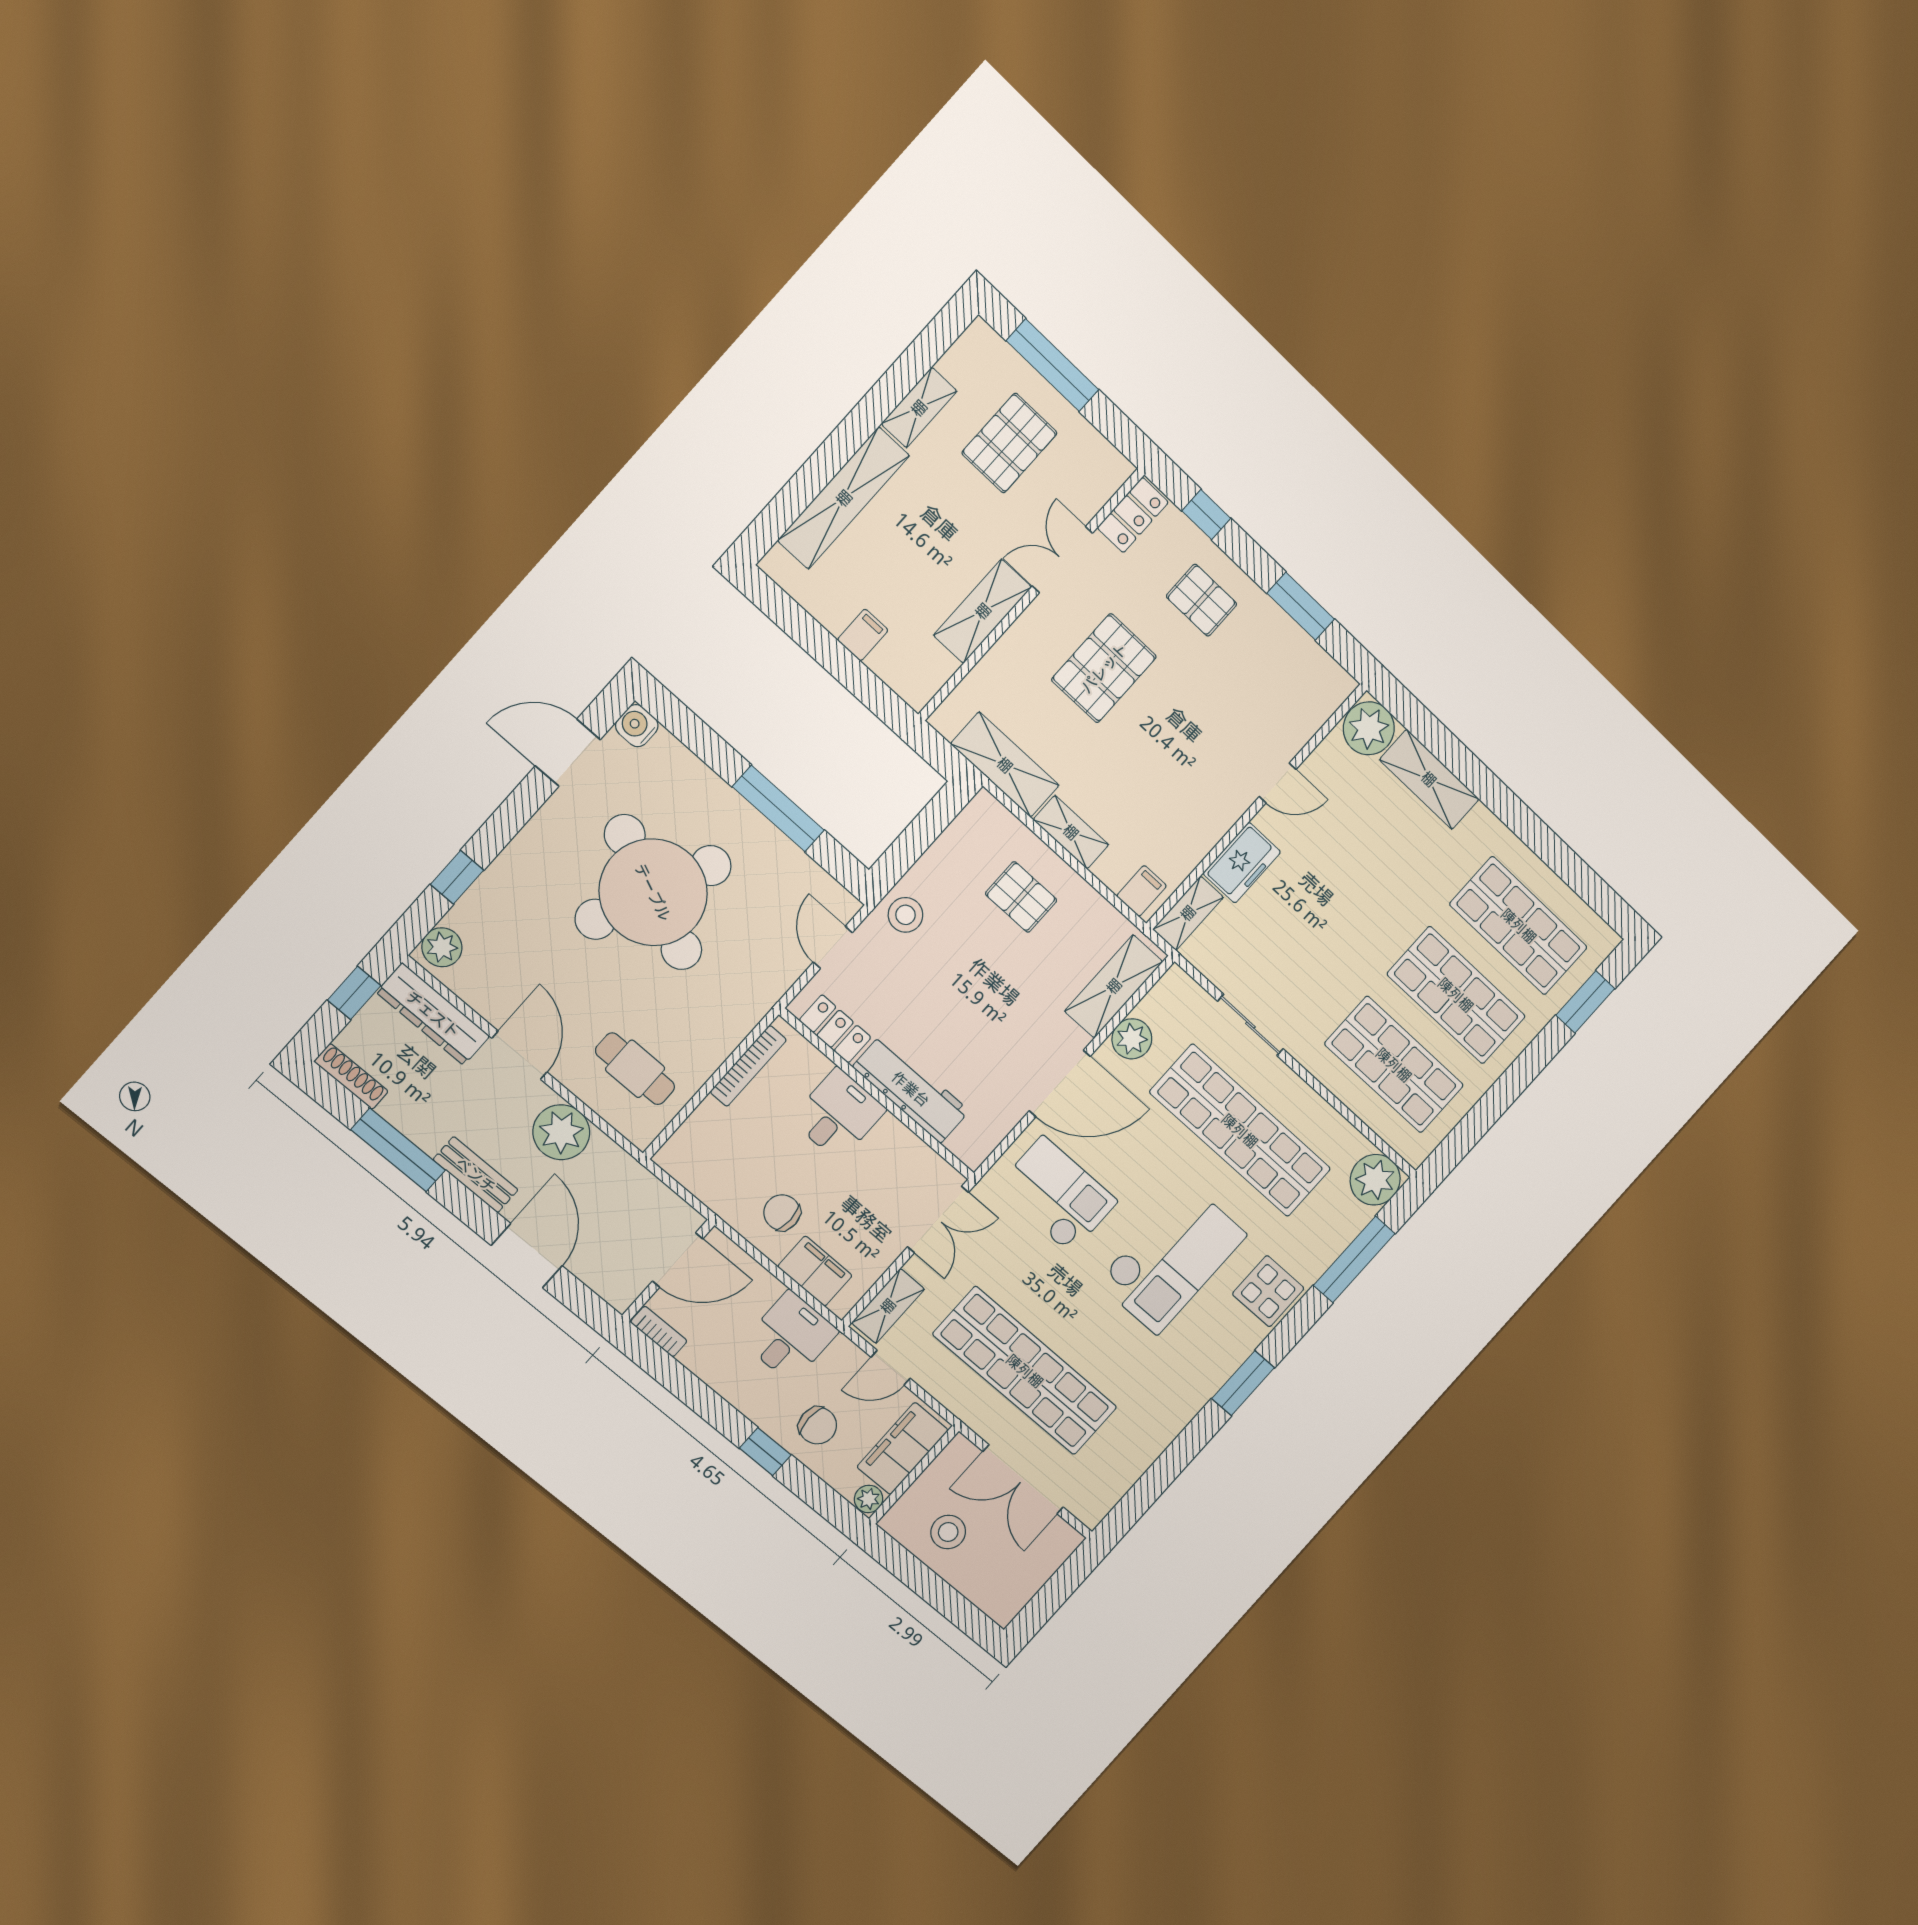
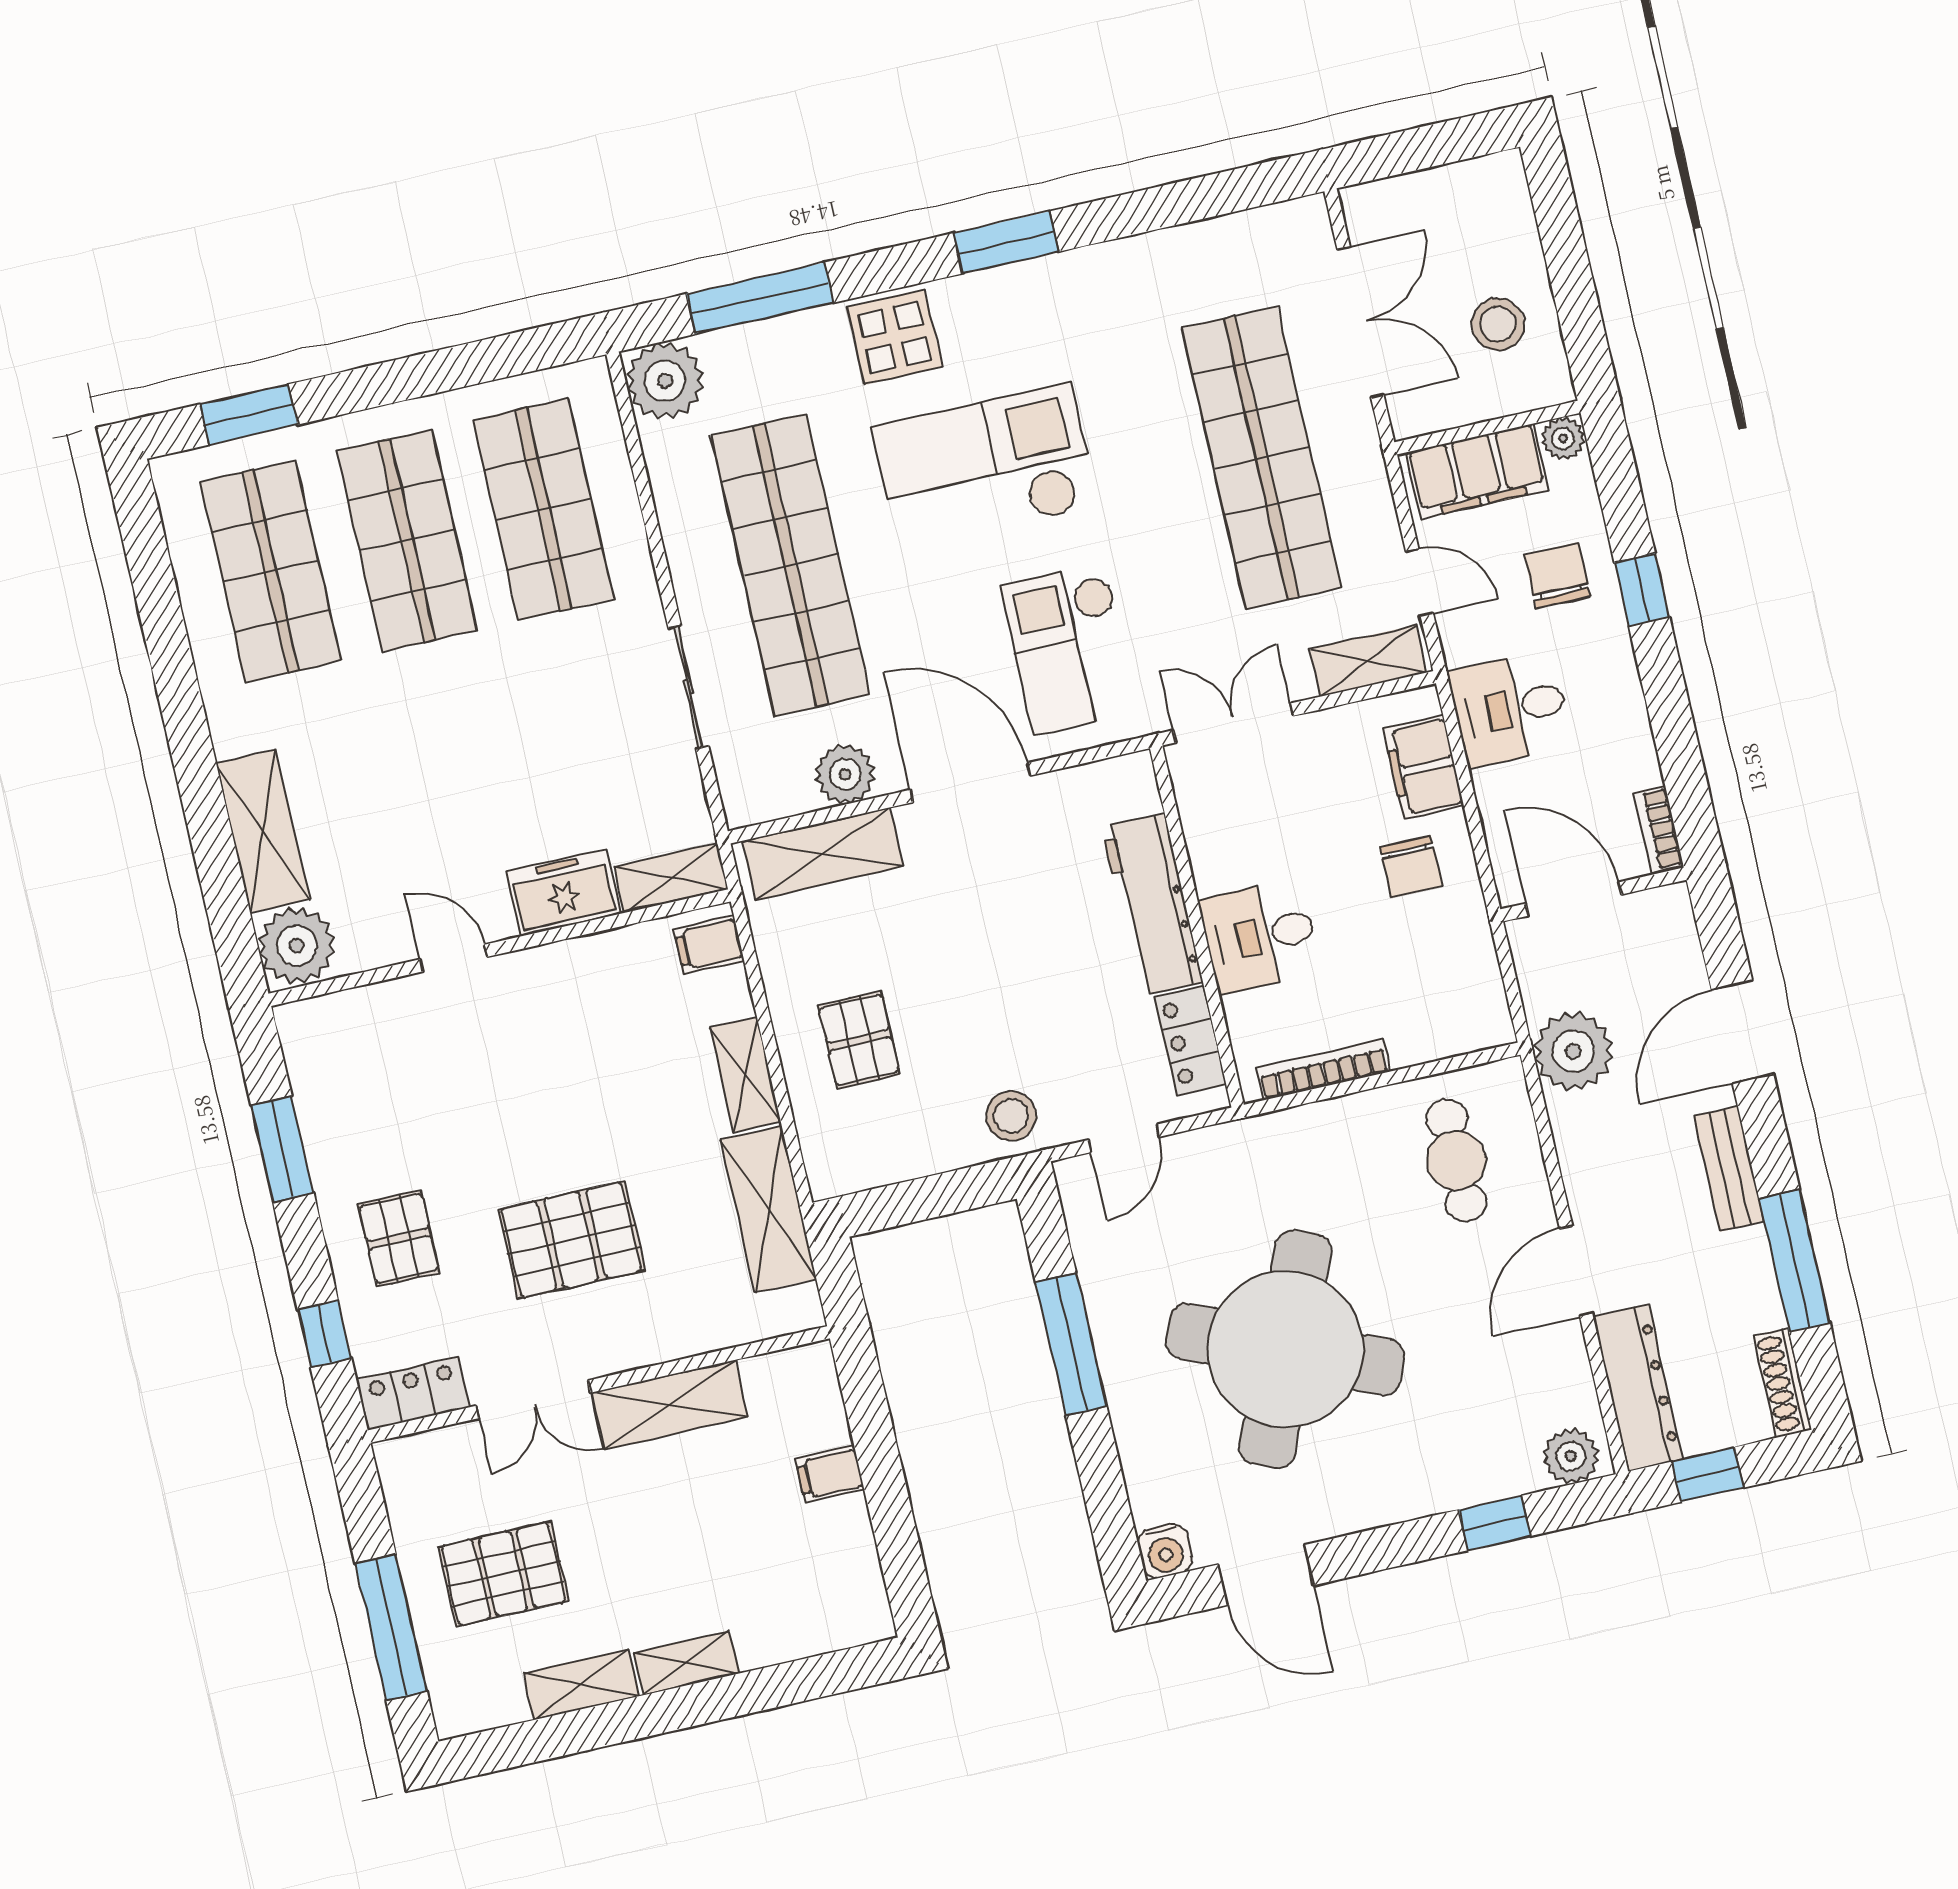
shelving: (844, 498) -> (686, 1663), width x0.45, depth x0.75
plant: (561, 1132) -> (1573, 1051), moved

